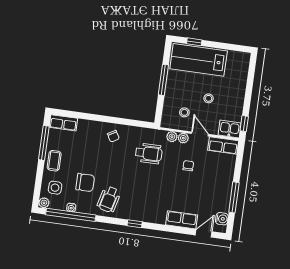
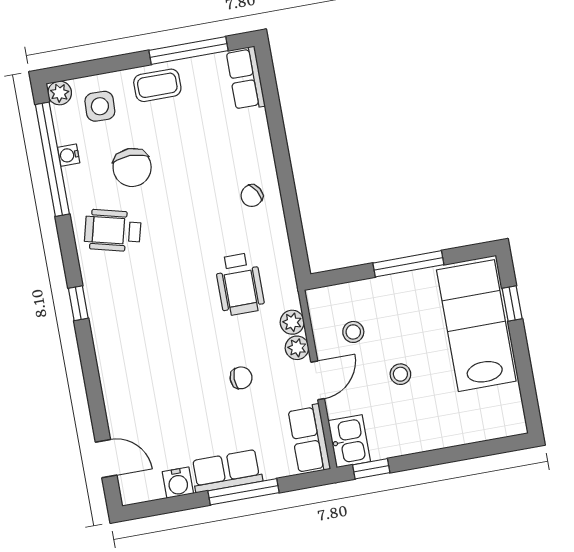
window: (234, 197) -> (244, 492), moved
water cooler: (222, 219) -> (178, 483), moved
row of seats: (182, 220) -> (227, 471), moved, turned -90

